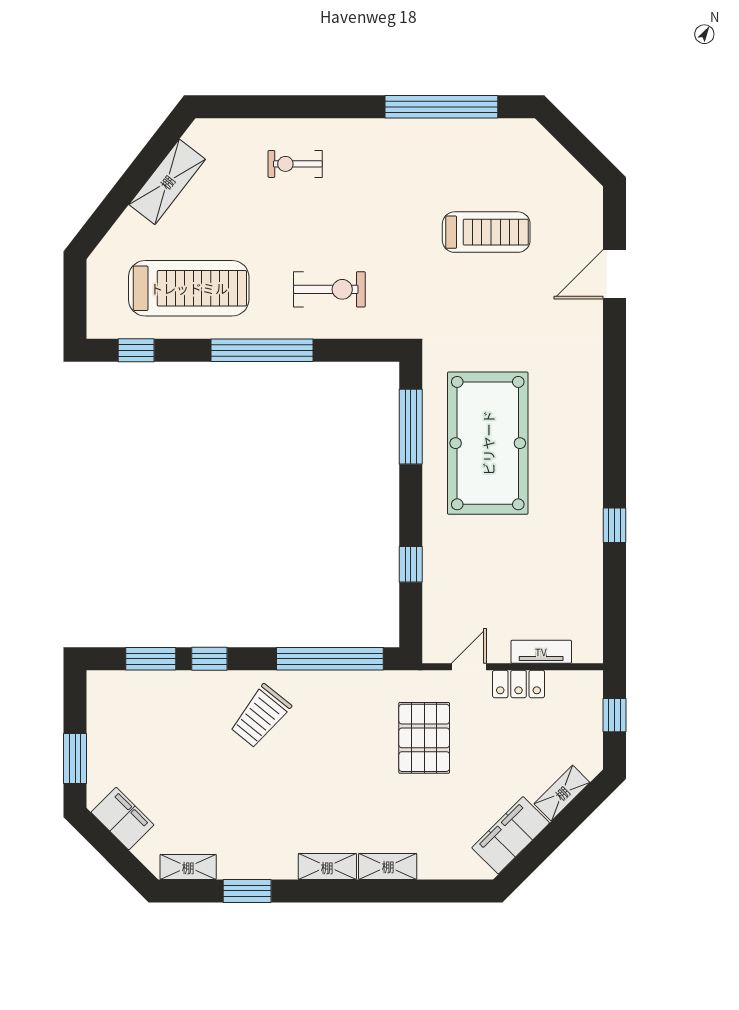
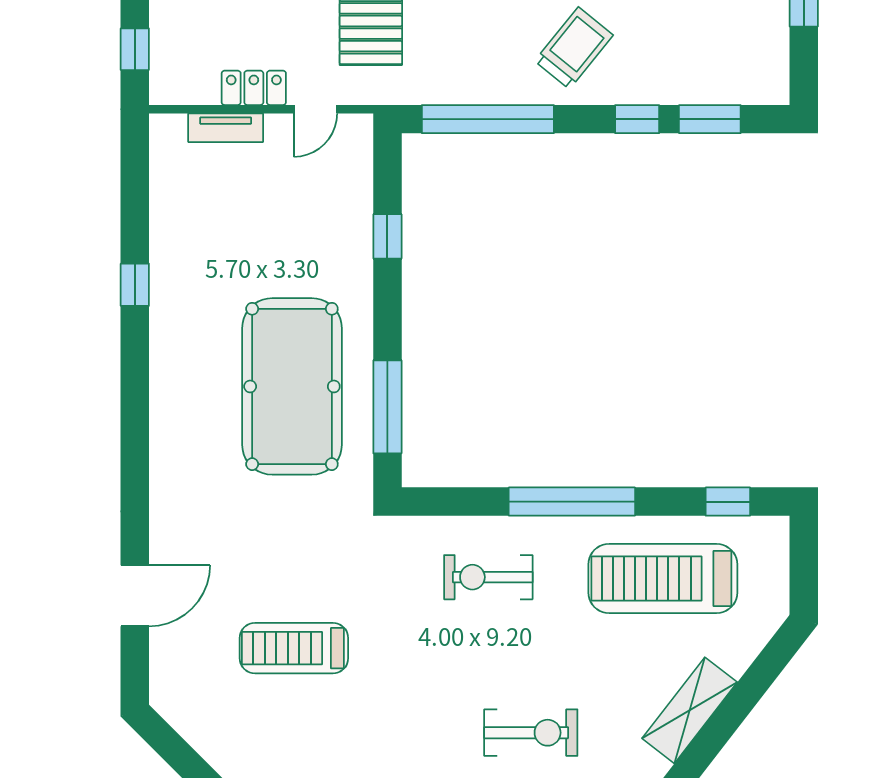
exercise bike: (295, 164) -> (531, 733), width x1.38, depth x1.39

